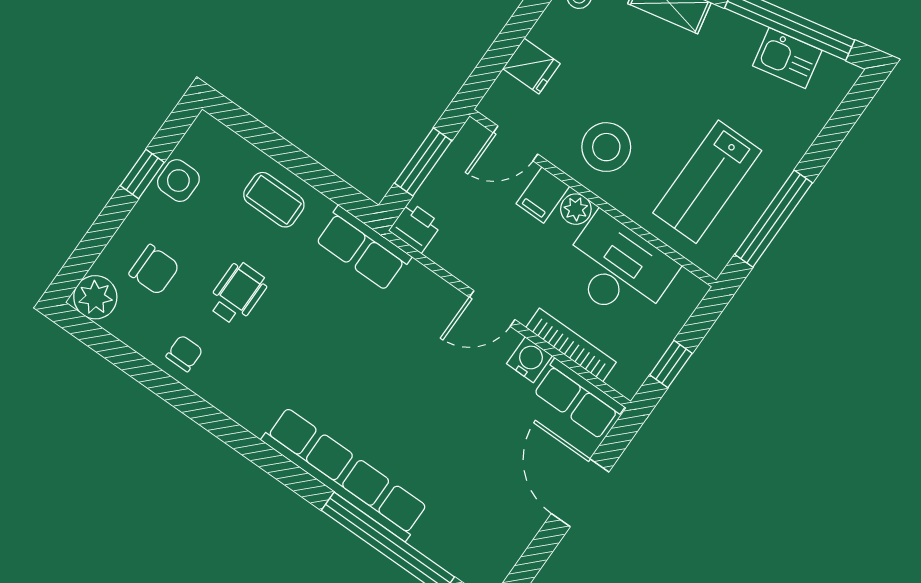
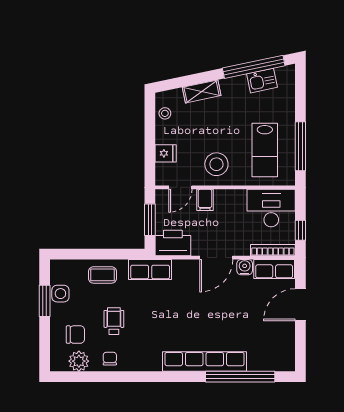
window: (142, 174) -> (45, 301), width x1.50
plant: (576, 209) -> (222, 196), removed
printer: (415, 227) -> (173, 243), width x1.87, depth x1.48
desk: (618, 269) -> (271, 208), moved
plant: (95, 297) -> (79, 361), moved
door: (492, 308) -> (216, 258), width x1.38
bookcase: (571, 345) -> (273, 250), moved
door: (580, 493) -> (300, 305), hinge flipped

